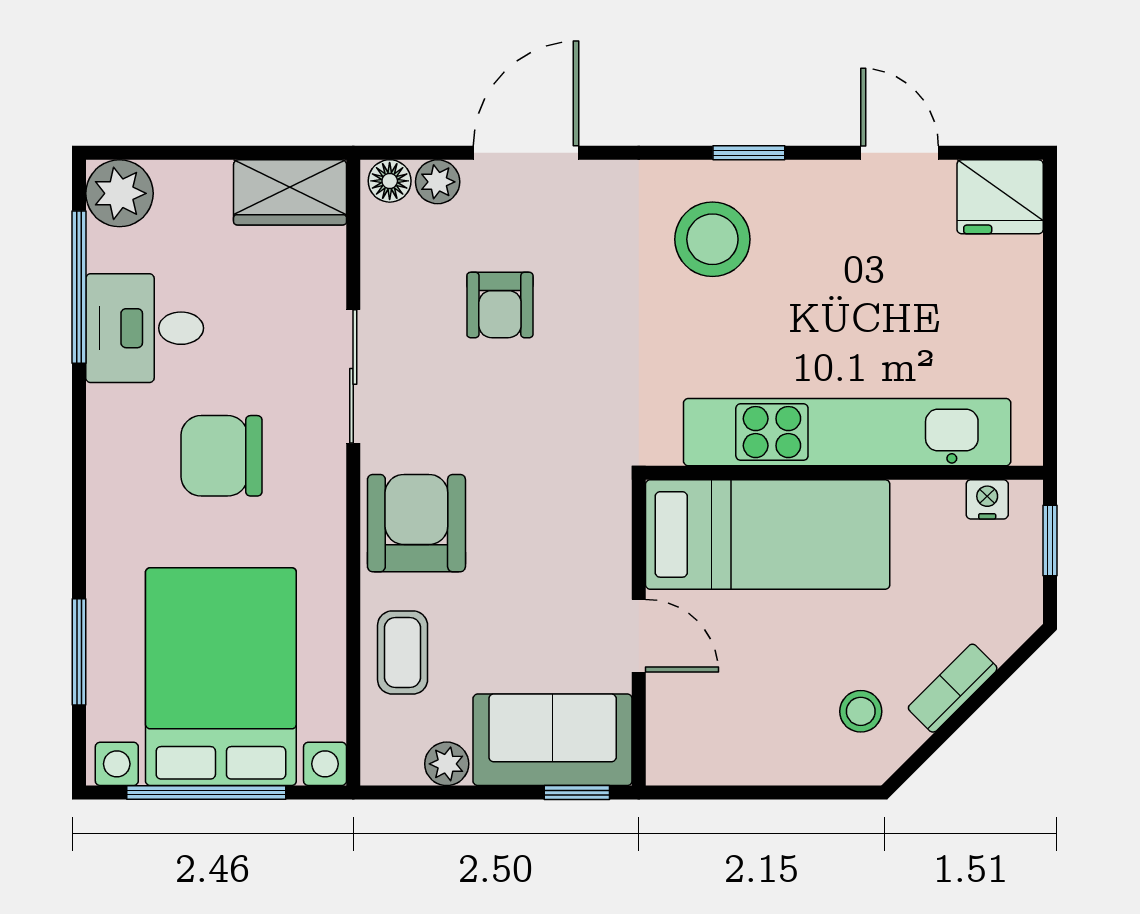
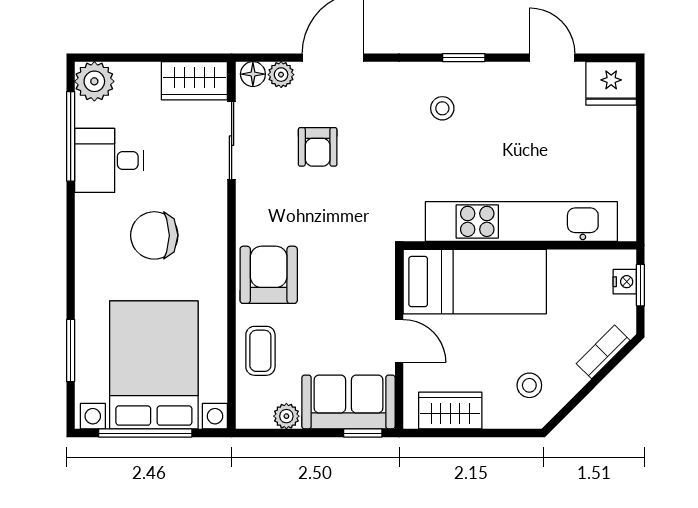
stool: (712, 239) -> (442, 108), width x0.53, depth x0.53
sliding door: (353, 376) -> (232, 141), moved
nightstand: (987, 499) -> (625, 282), moved, turned 90
bookcase: (953, 688) -> (603, 352), moved
wardrobe: (726, 754) -> (450, 411), added

